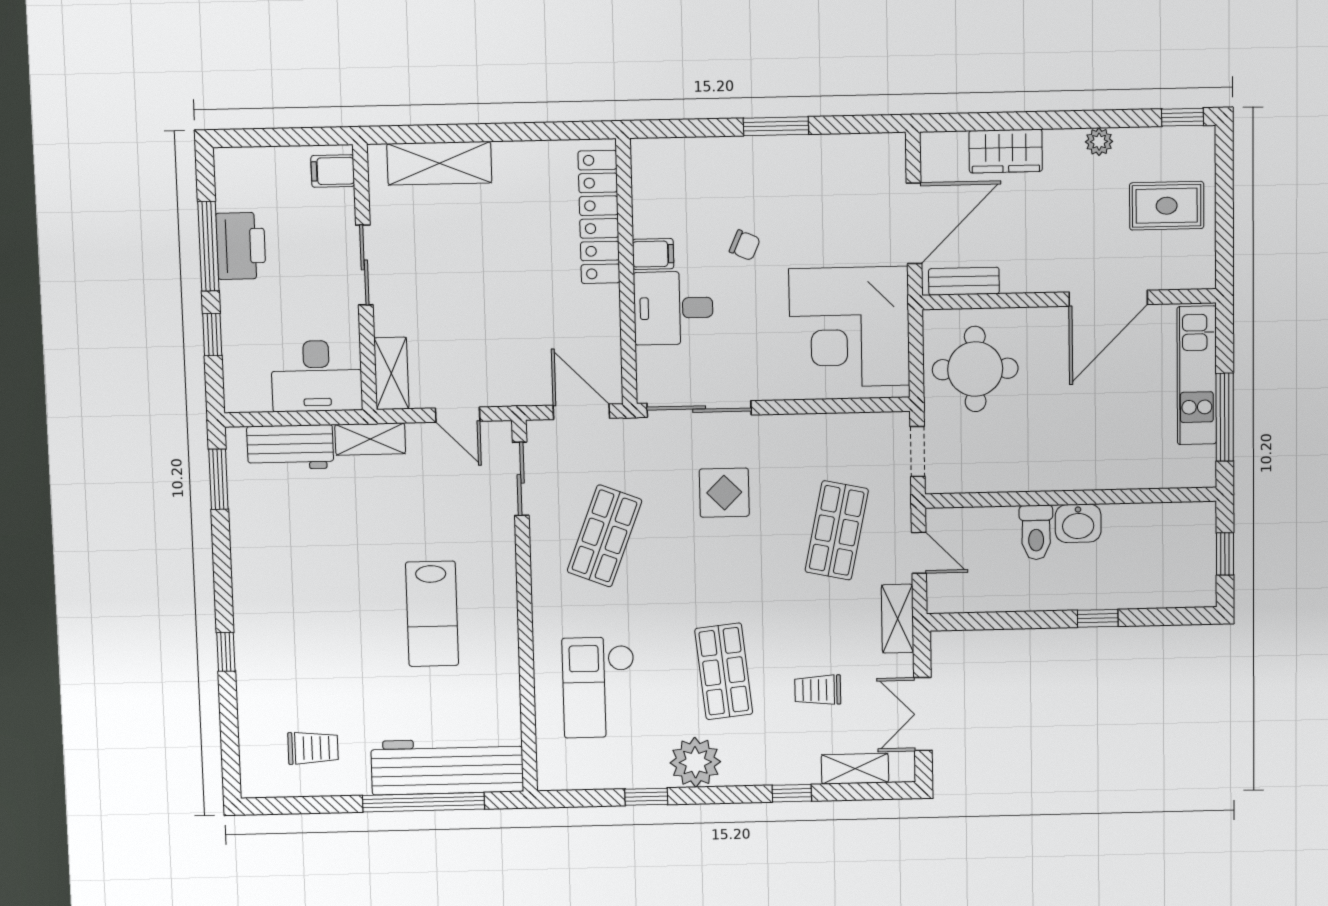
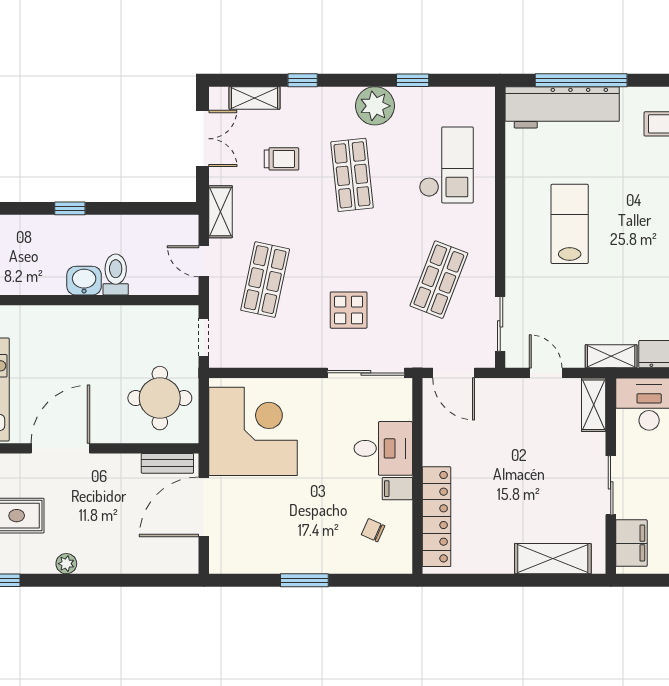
wardrobe: (1006, 151) -> (135, 558), removed
filing cabinet: (333, 171) -> (631, 543), width x2.00
chair: (745, 245) -> (373, 530), moved

